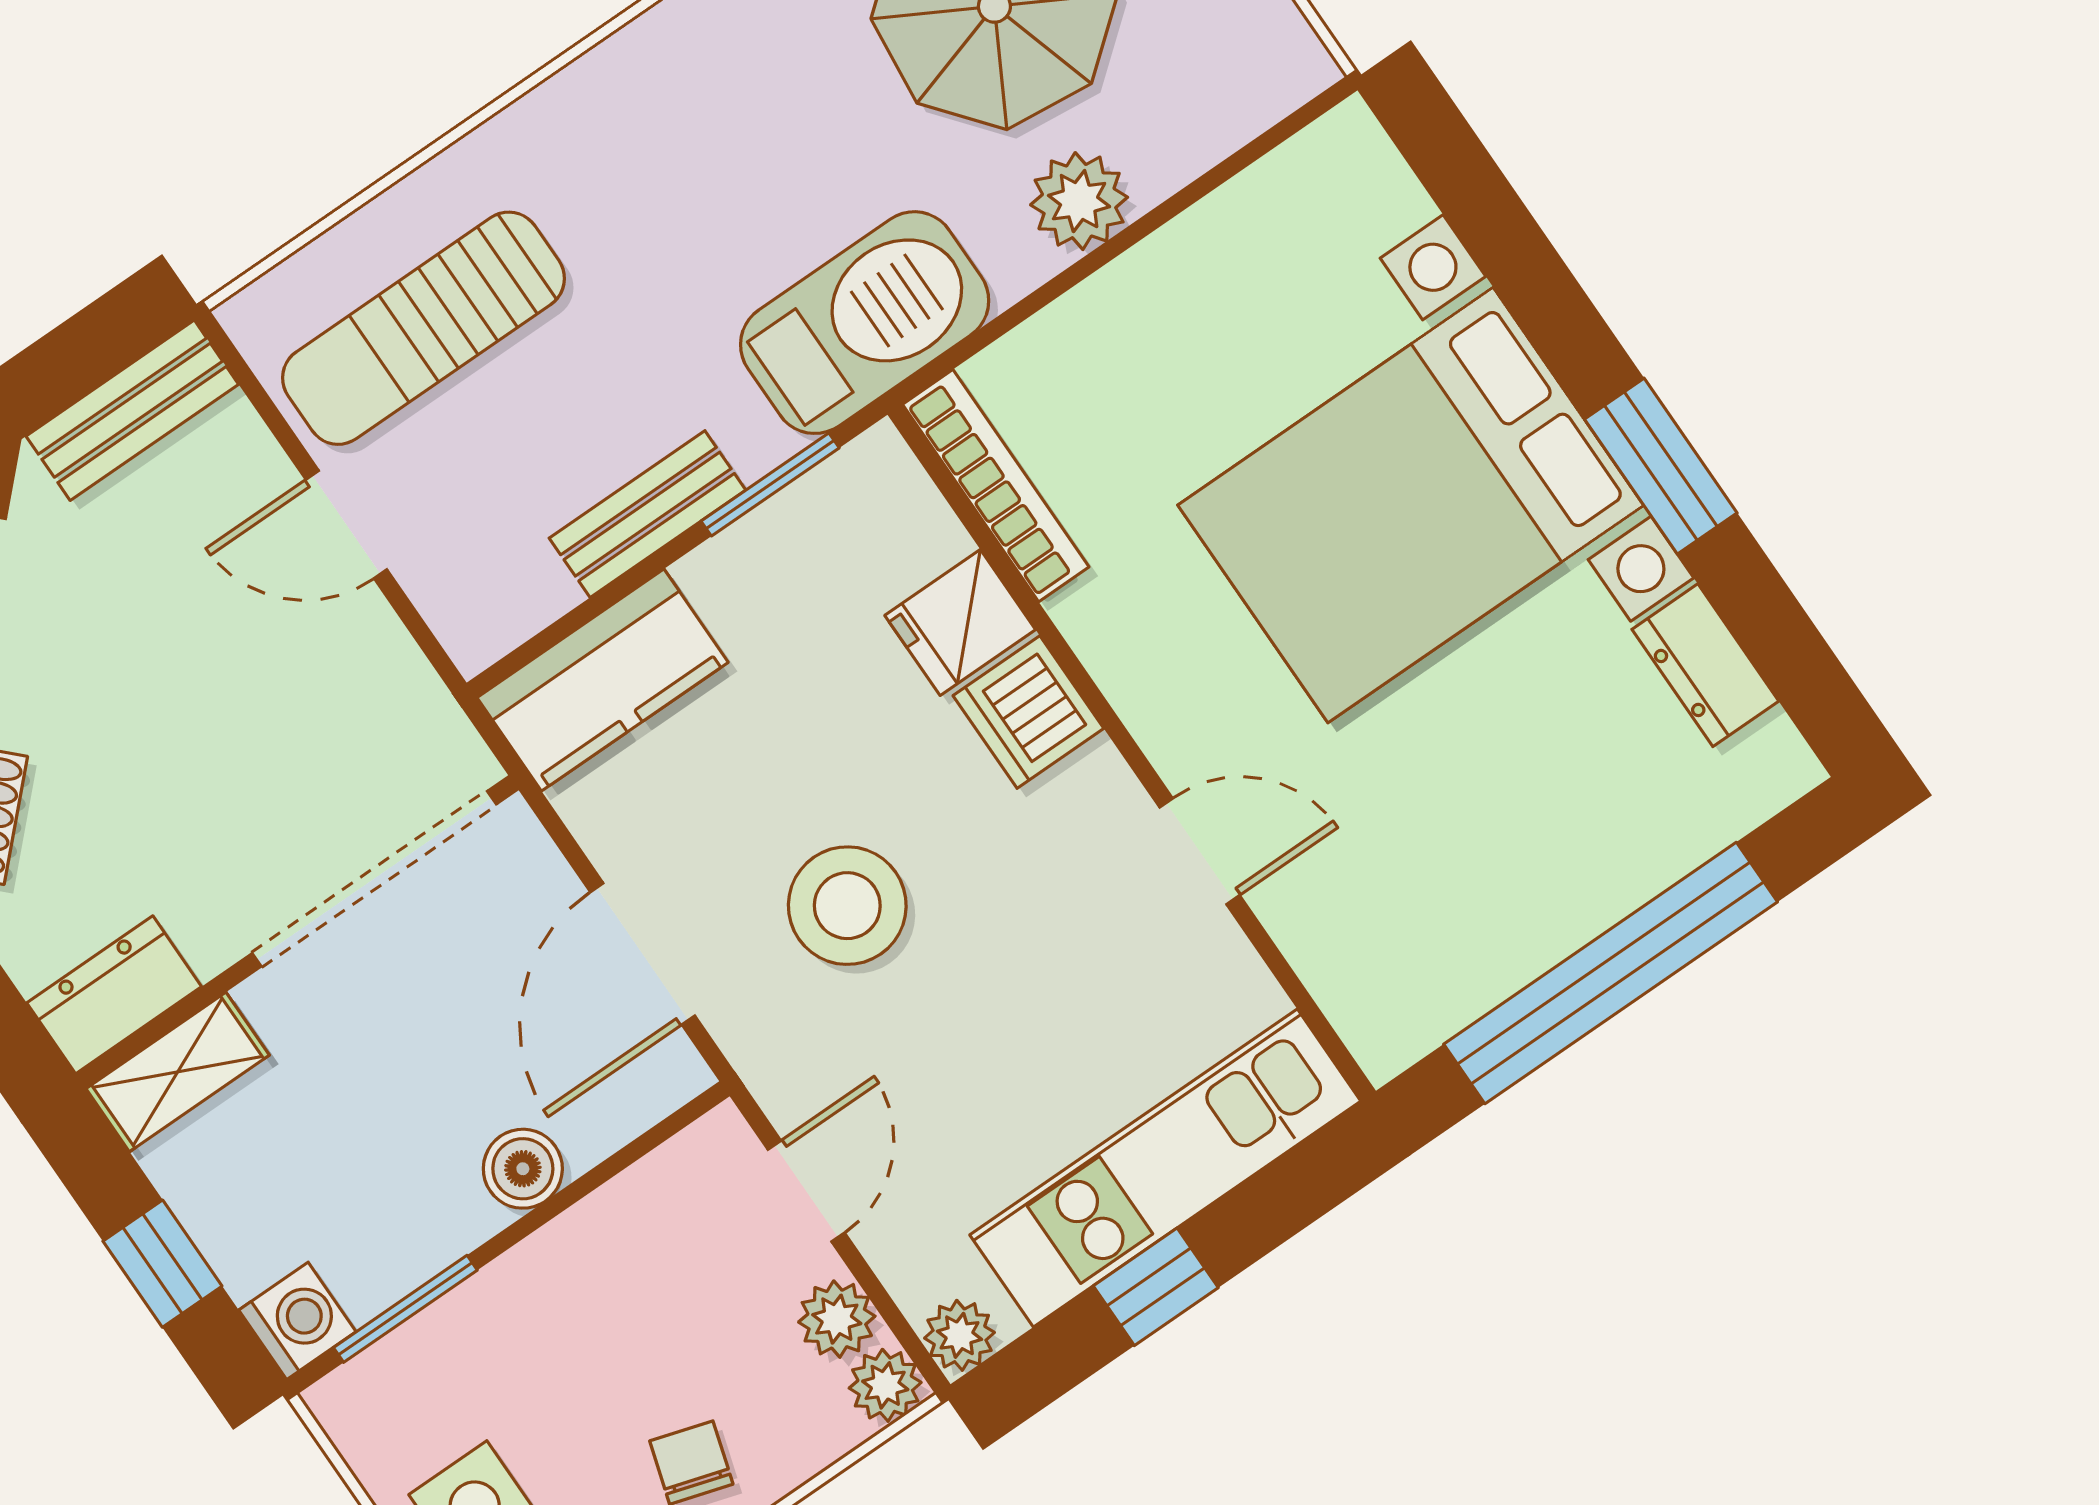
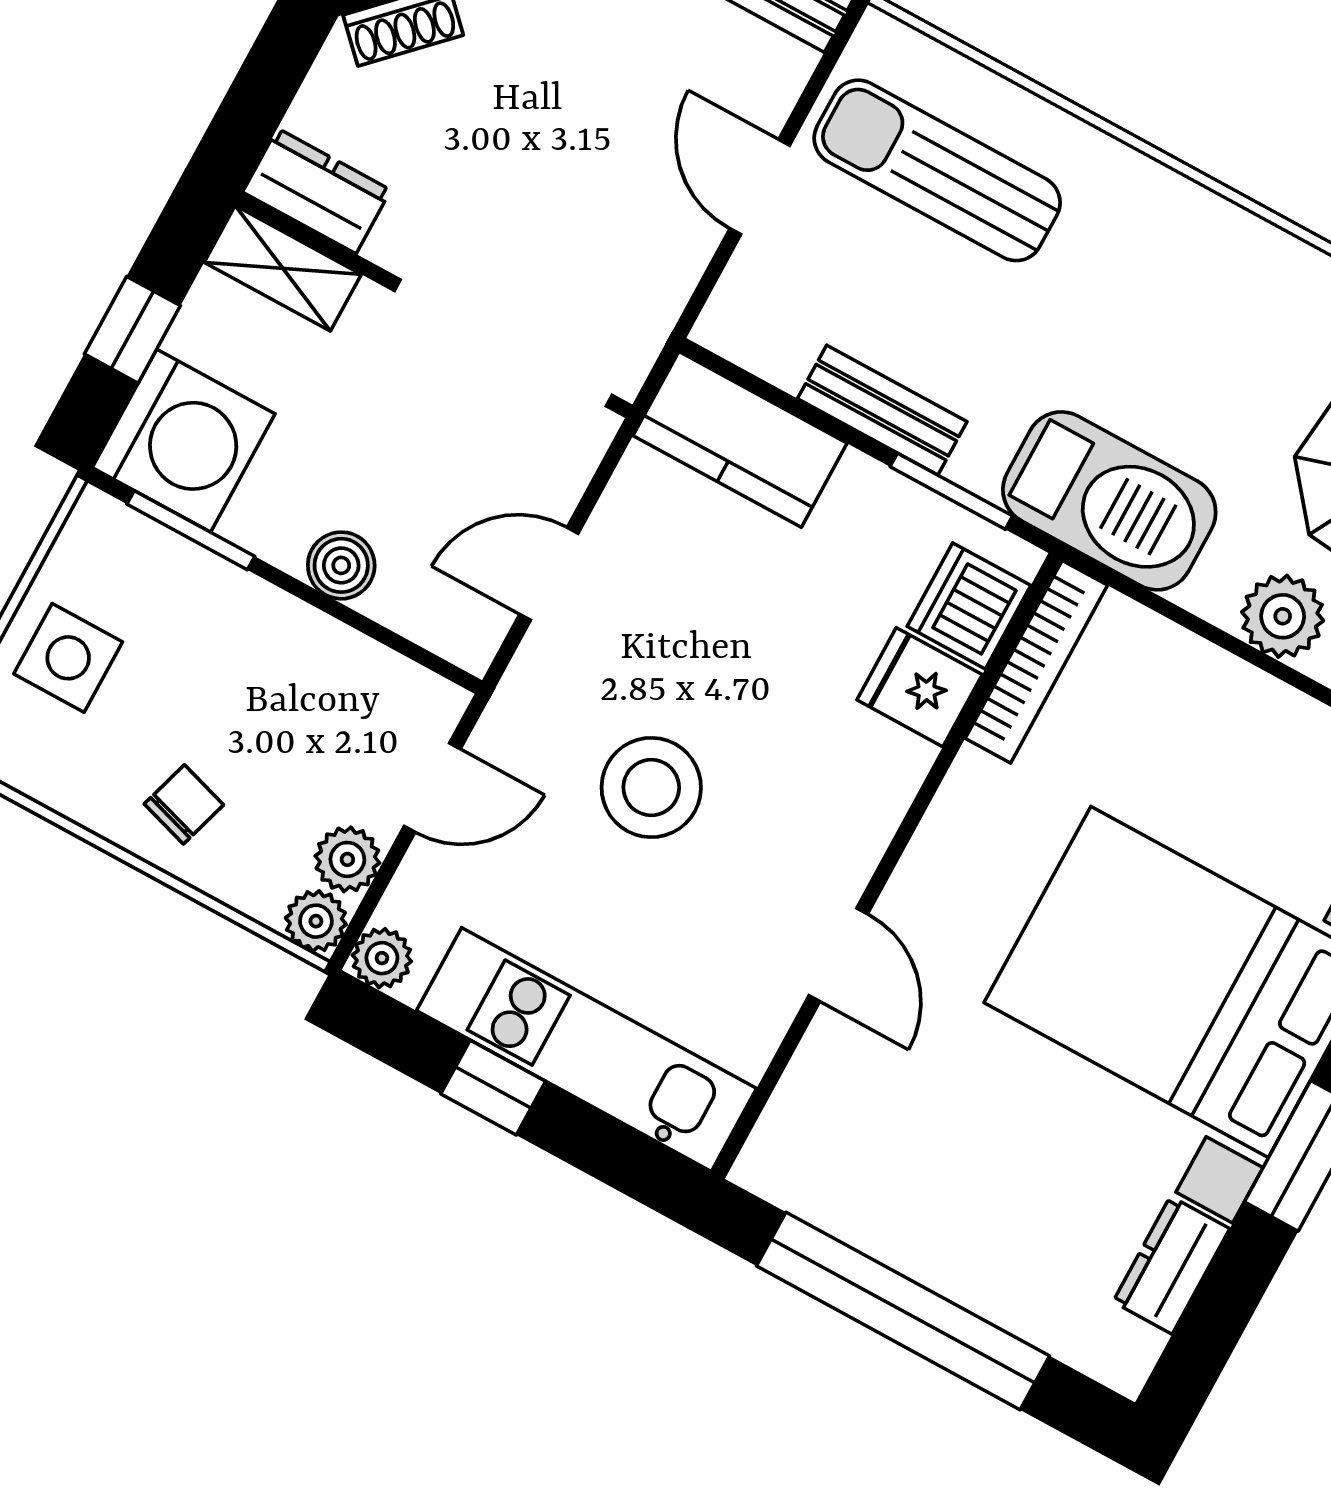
dishwasher: (1028, 712) -> (969, 606), moved
stool: (847, 906) -> (651, 787), moved
door: (643, 954) -> (549, 574), width x0.73
washing machine: (297, 1321) -> (184, 441), width x1.89, depth x1.89

